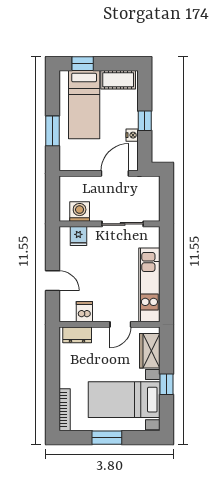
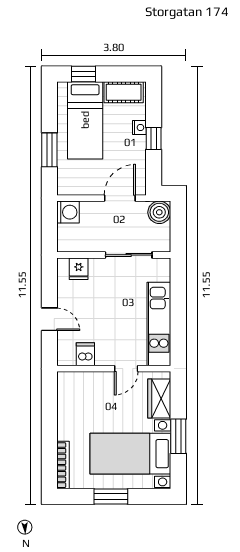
nightstand: (132, 135) -> (139, 128), moved
boiler: (150, 186) -> (159, 212), added
washing machine: (80, 211) -> (68, 212), moved, turned 90
dresser: (77, 335) -> (77, 381), removed
window: (167, 384) -> (178, 436), width x1.50

